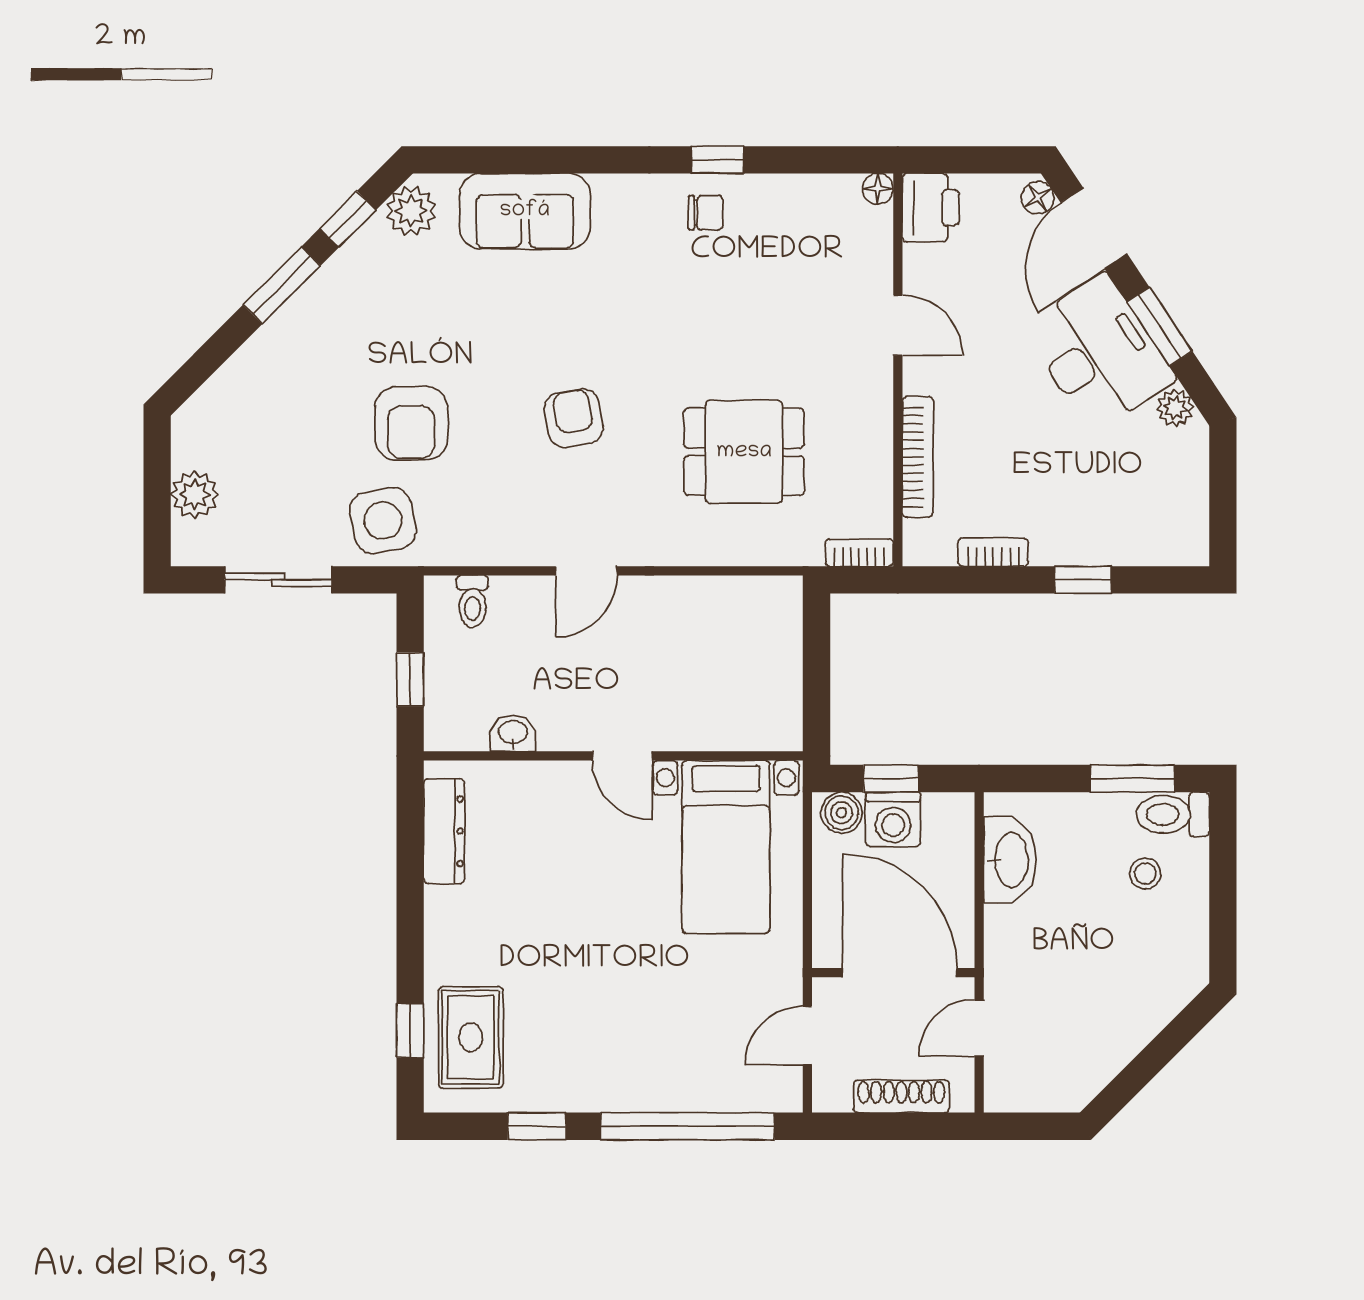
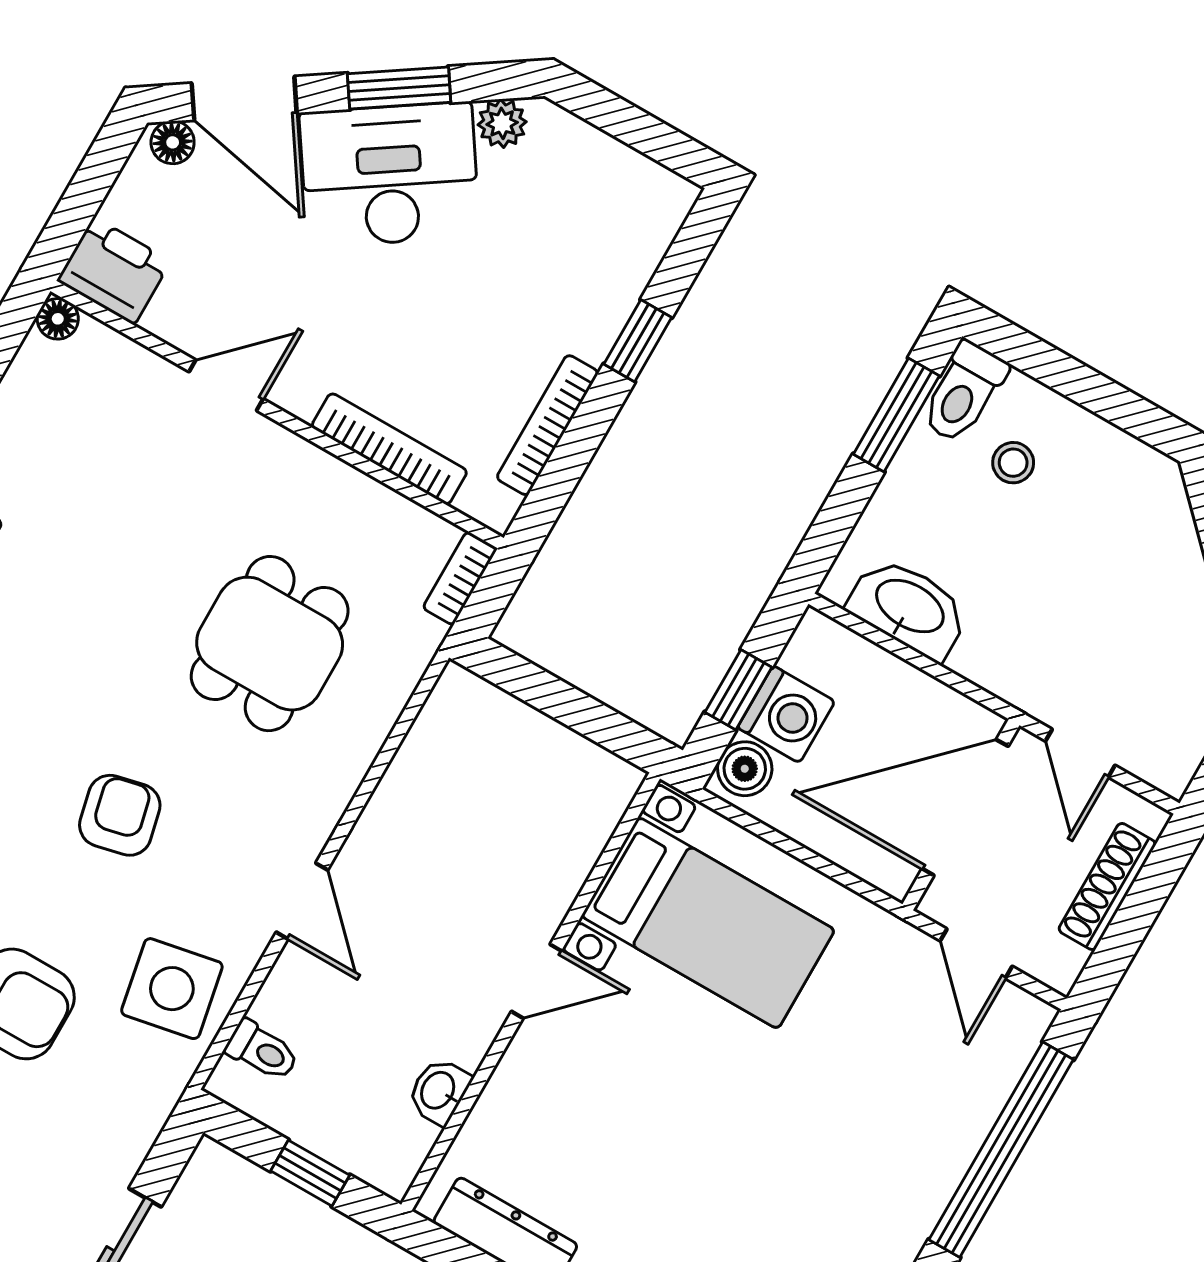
armchair: (574, 418) -> (120, 815), turned 87
side table: (383, 520) -> (172, 989), moved
bookcase: (993, 552) -> (547, 425), width x1.56

